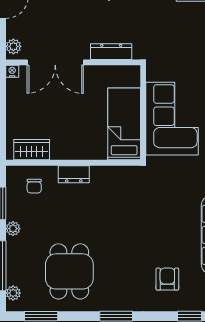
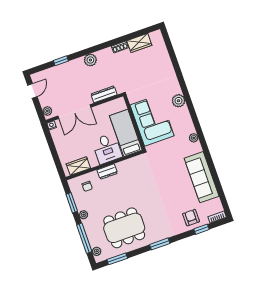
desk: (86, 138) -> (107, 149), added
dining table: (69, 271) -> (124, 228), width x1.38
armchair: (167, 279) -> (191, 218), moved

